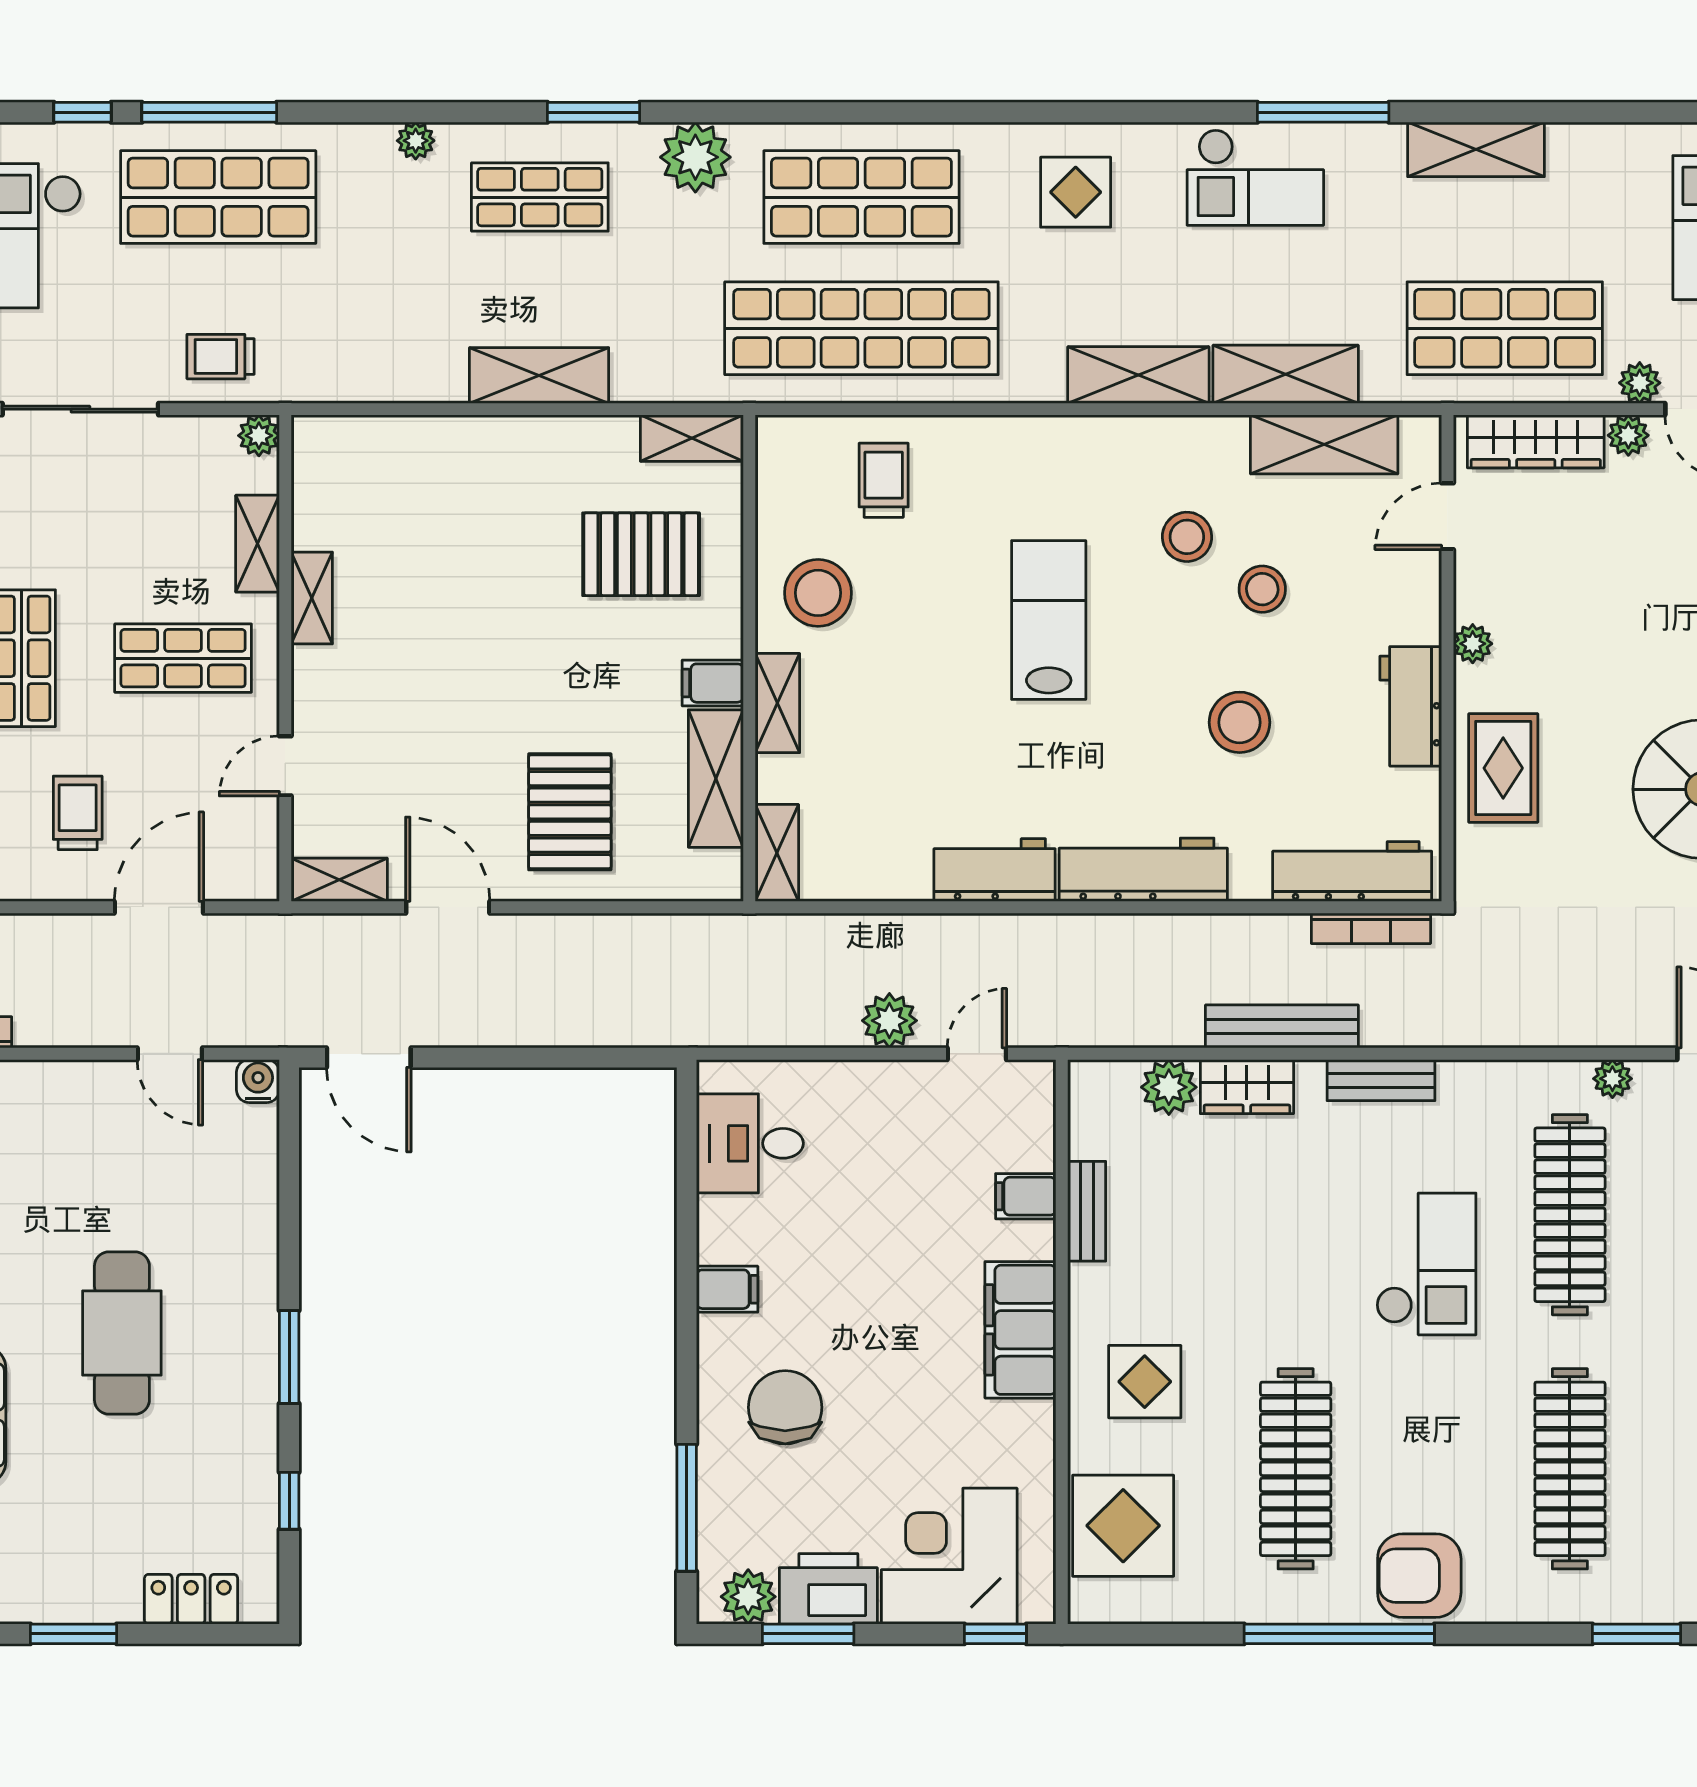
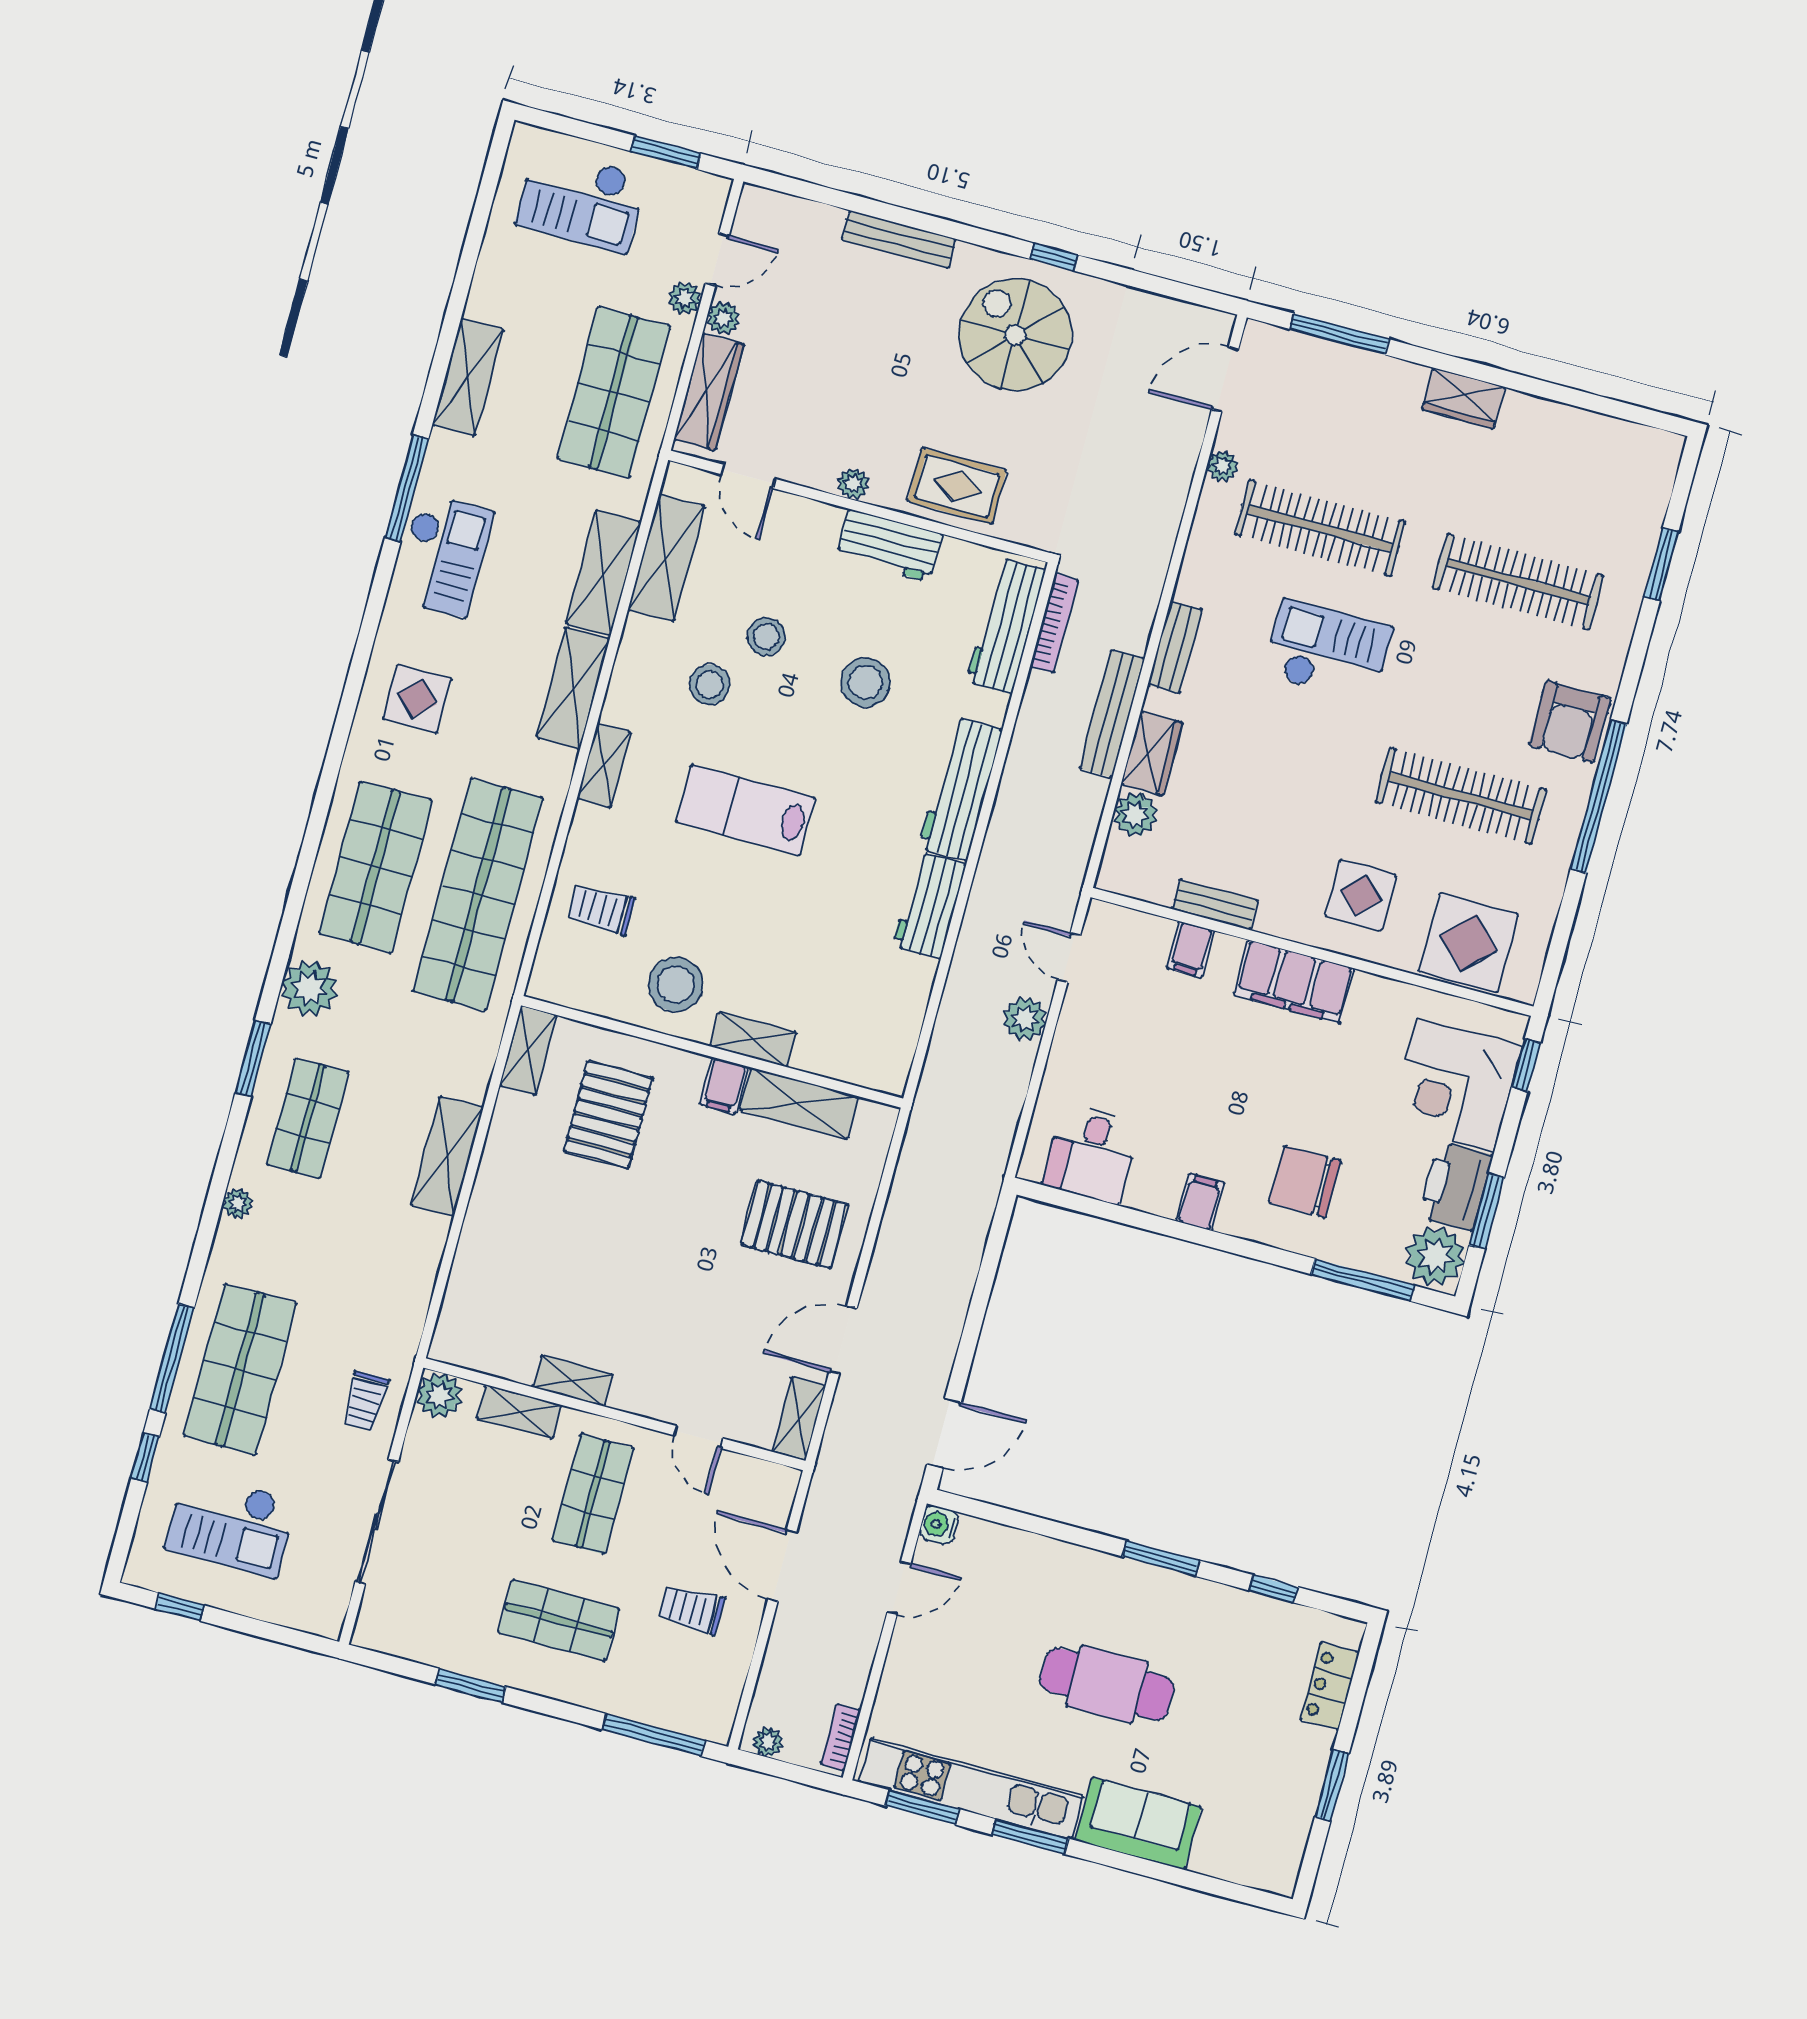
plant: (259, 436) -> (439, 1396), width x1.38, depth x1.38
shelving: (777, 853) -> (604, 765), moved, turned 90
plant: (748, 1597) -> (1435, 1256), width x1.36, depth x1.36

